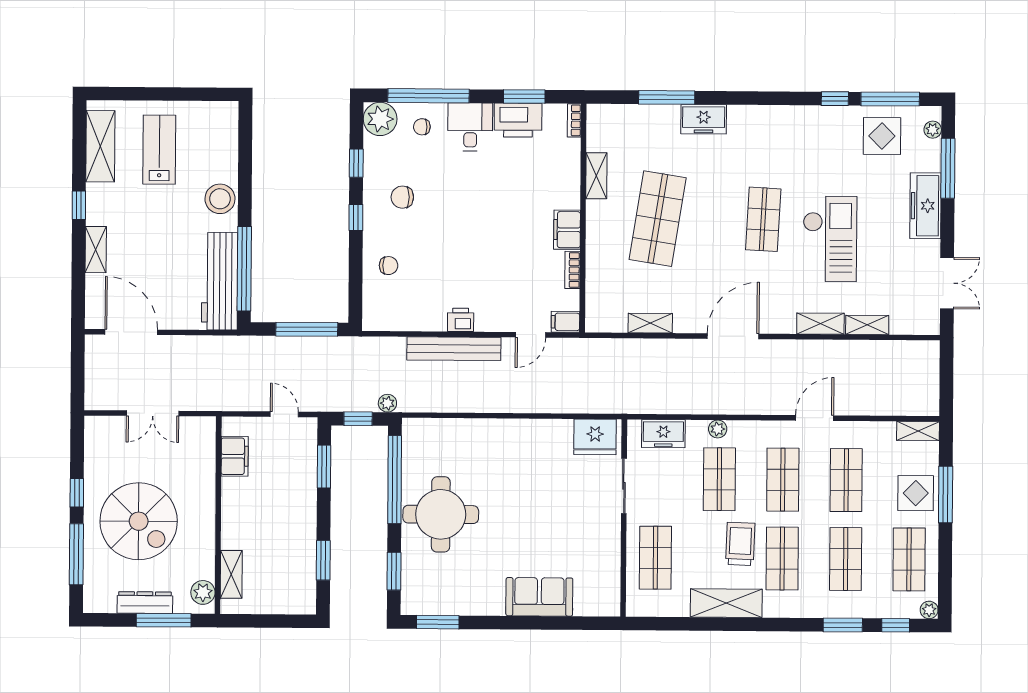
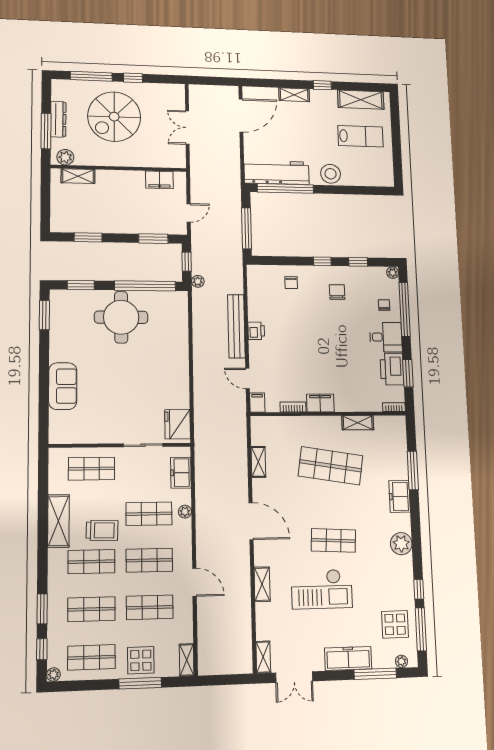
plant: (380, 119) -> (393, 273), width x0.53, depth x0.53
plant: (770, 121) -> (401, 544), added
shelving: (867, 325) -> (263, 657), moved

